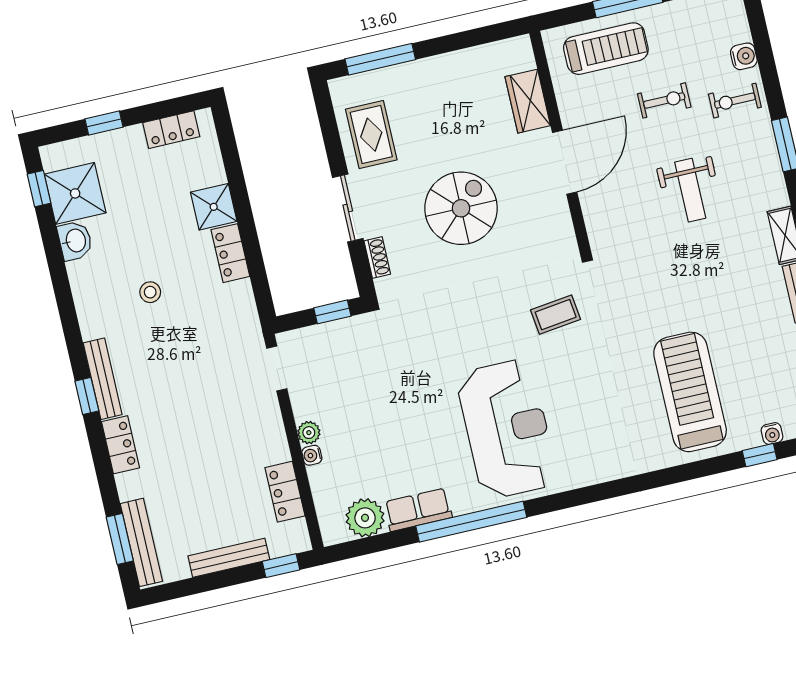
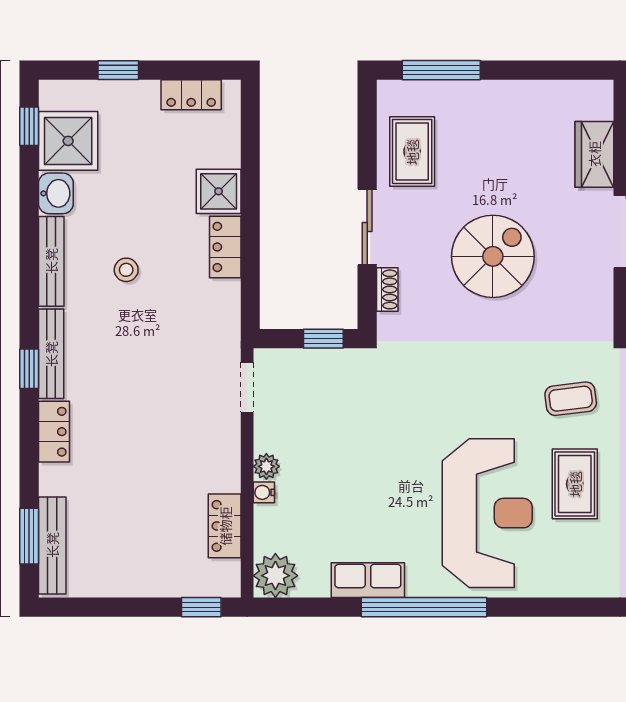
rug: (576, 387) -> (575, 484), added
plant: (365, 518) -> (275, 576), moved
bench: (229, 558) -> (51, 261), moved, turned 90

